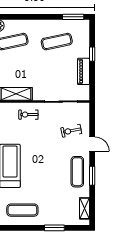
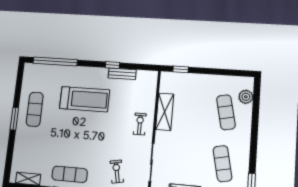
window: (54, 228) -> (14, 119), moved

